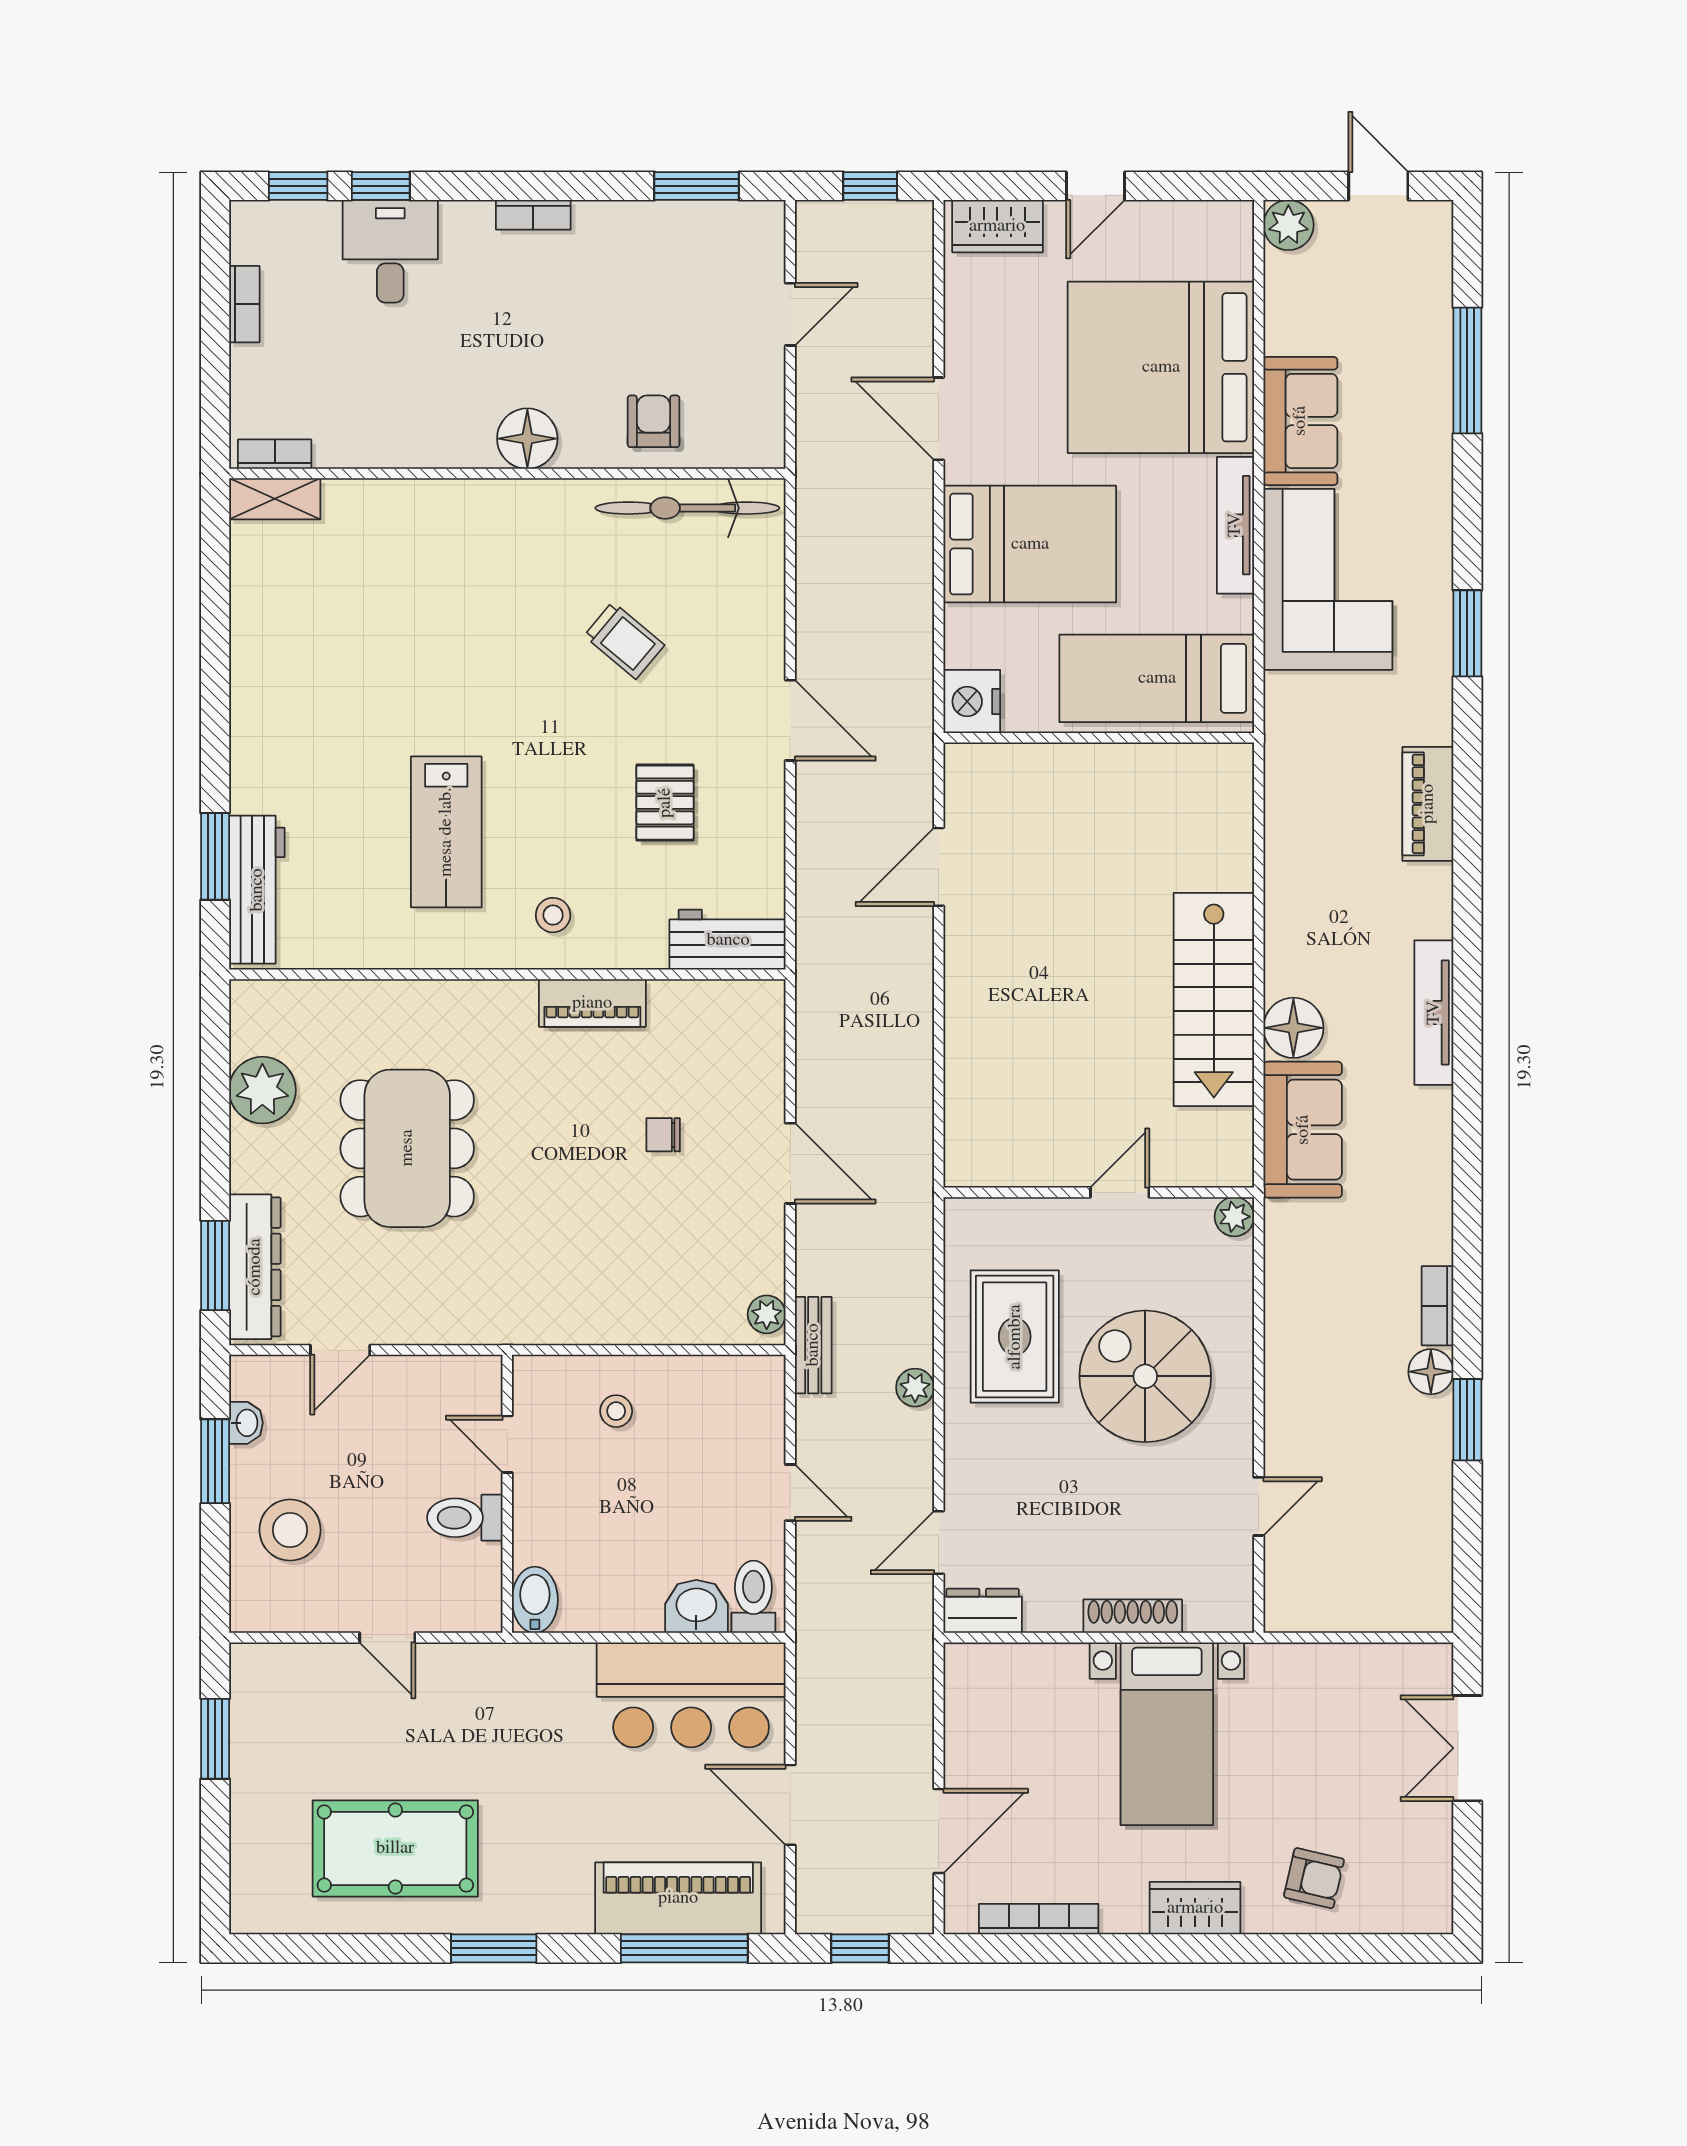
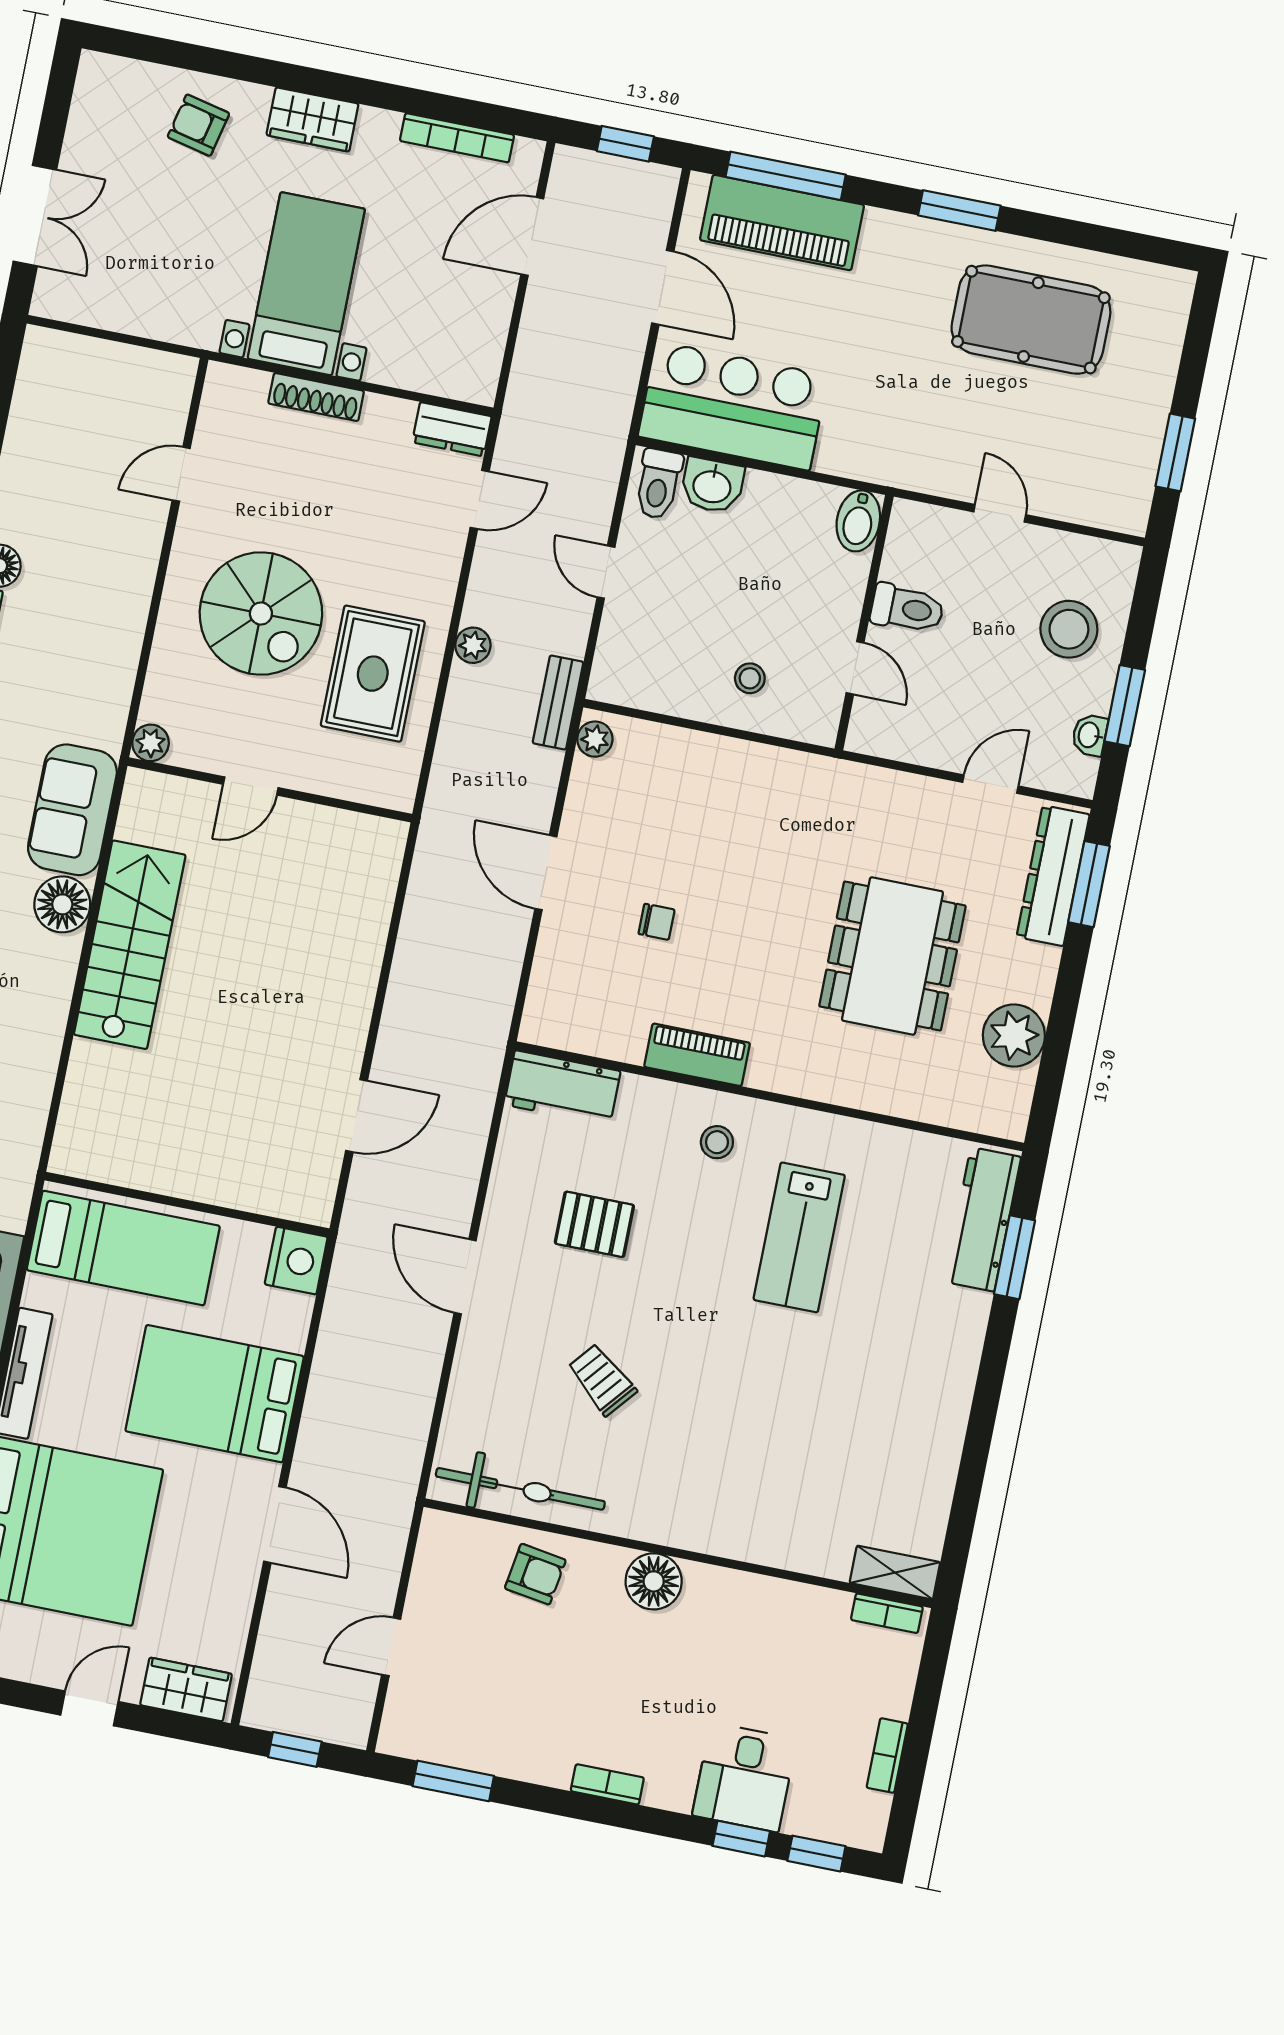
armchair: (654, 421) -> (535, 1574), turned -81
pallet: (665, 803) -> (594, 1224), turned 90
lab bench: (446, 832) -> (799, 1237), turned 180

